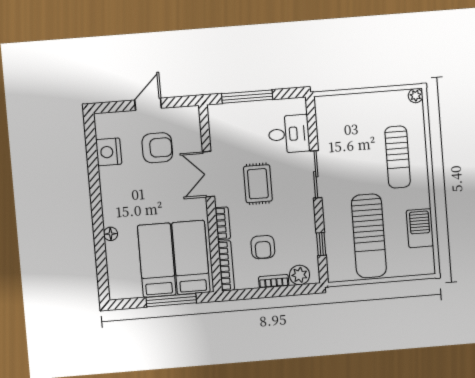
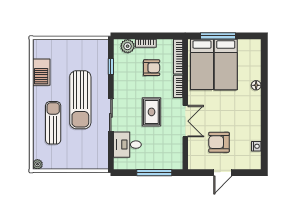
nightstand: (109, 152) -> (256, 146), width x0.53, depth x0.56
sun lounger: (369, 236) -> (80, 100), moved, turned 180
armchair: (263, 247) -> (152, 68), turned 90

